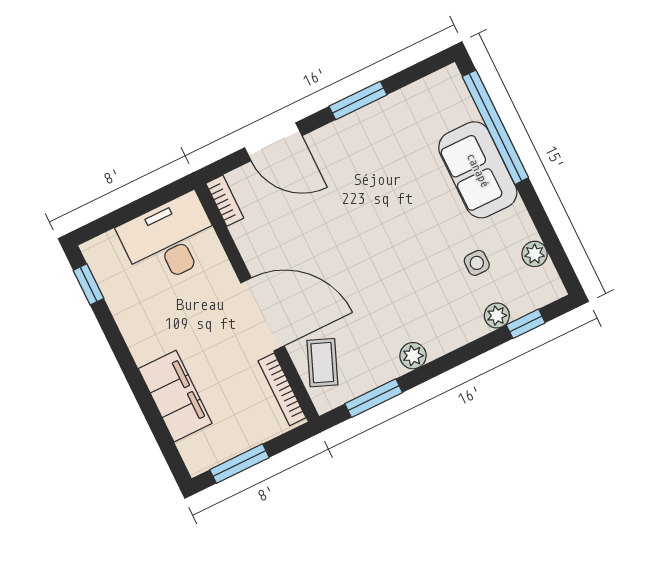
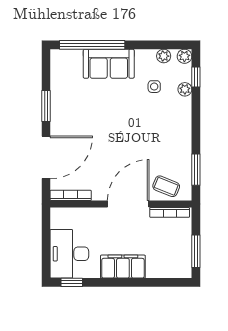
door: (273, 142) -> (46, 157), width x1.36
bookcase: (225, 201) -> (71, 195), width x1.56
desk: (170, 240) -> (69, 254), moved
plant: (413, 356) -> (184, 56), moved
filing cabinet: (175, 396) -> (123, 267), moved

